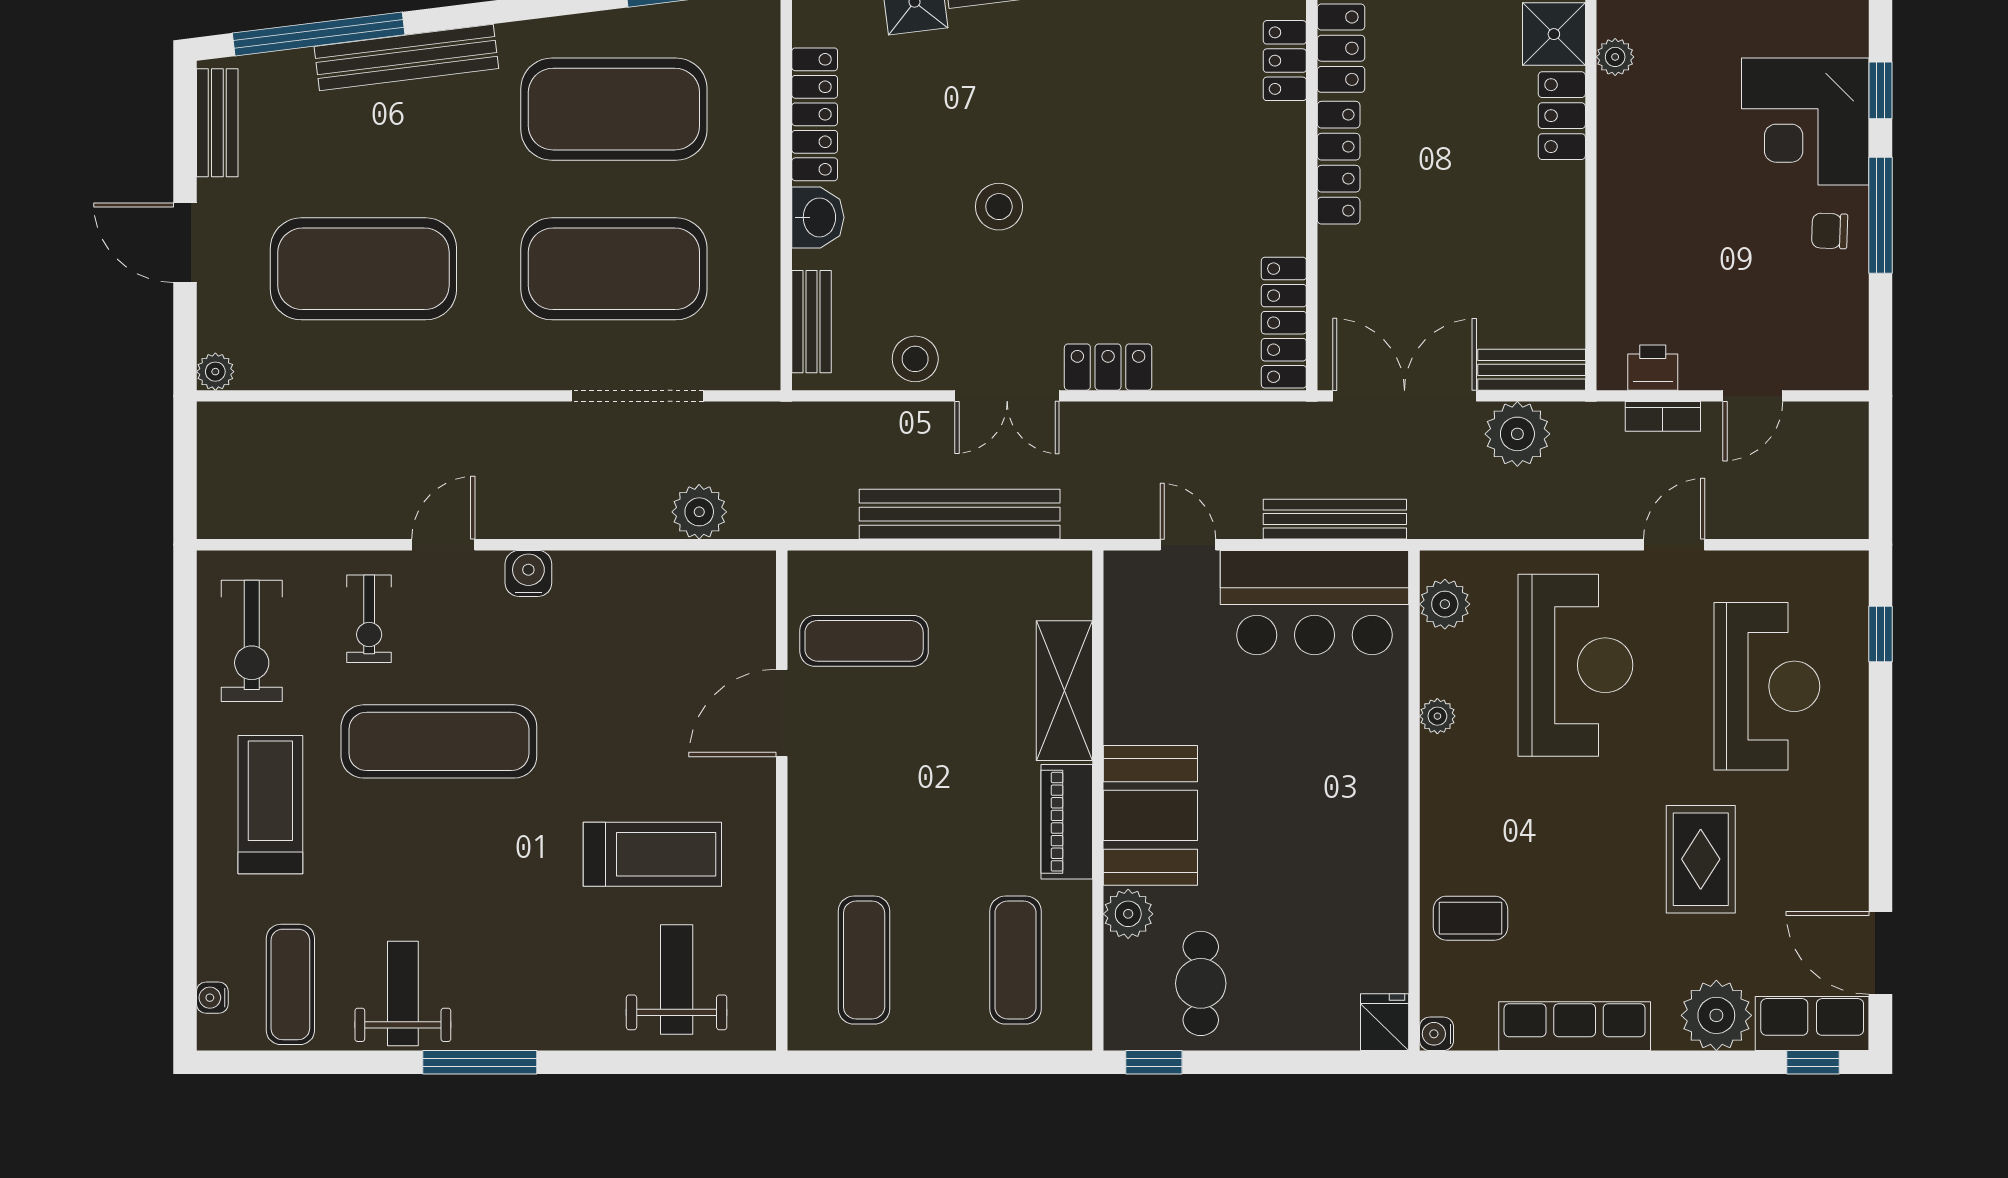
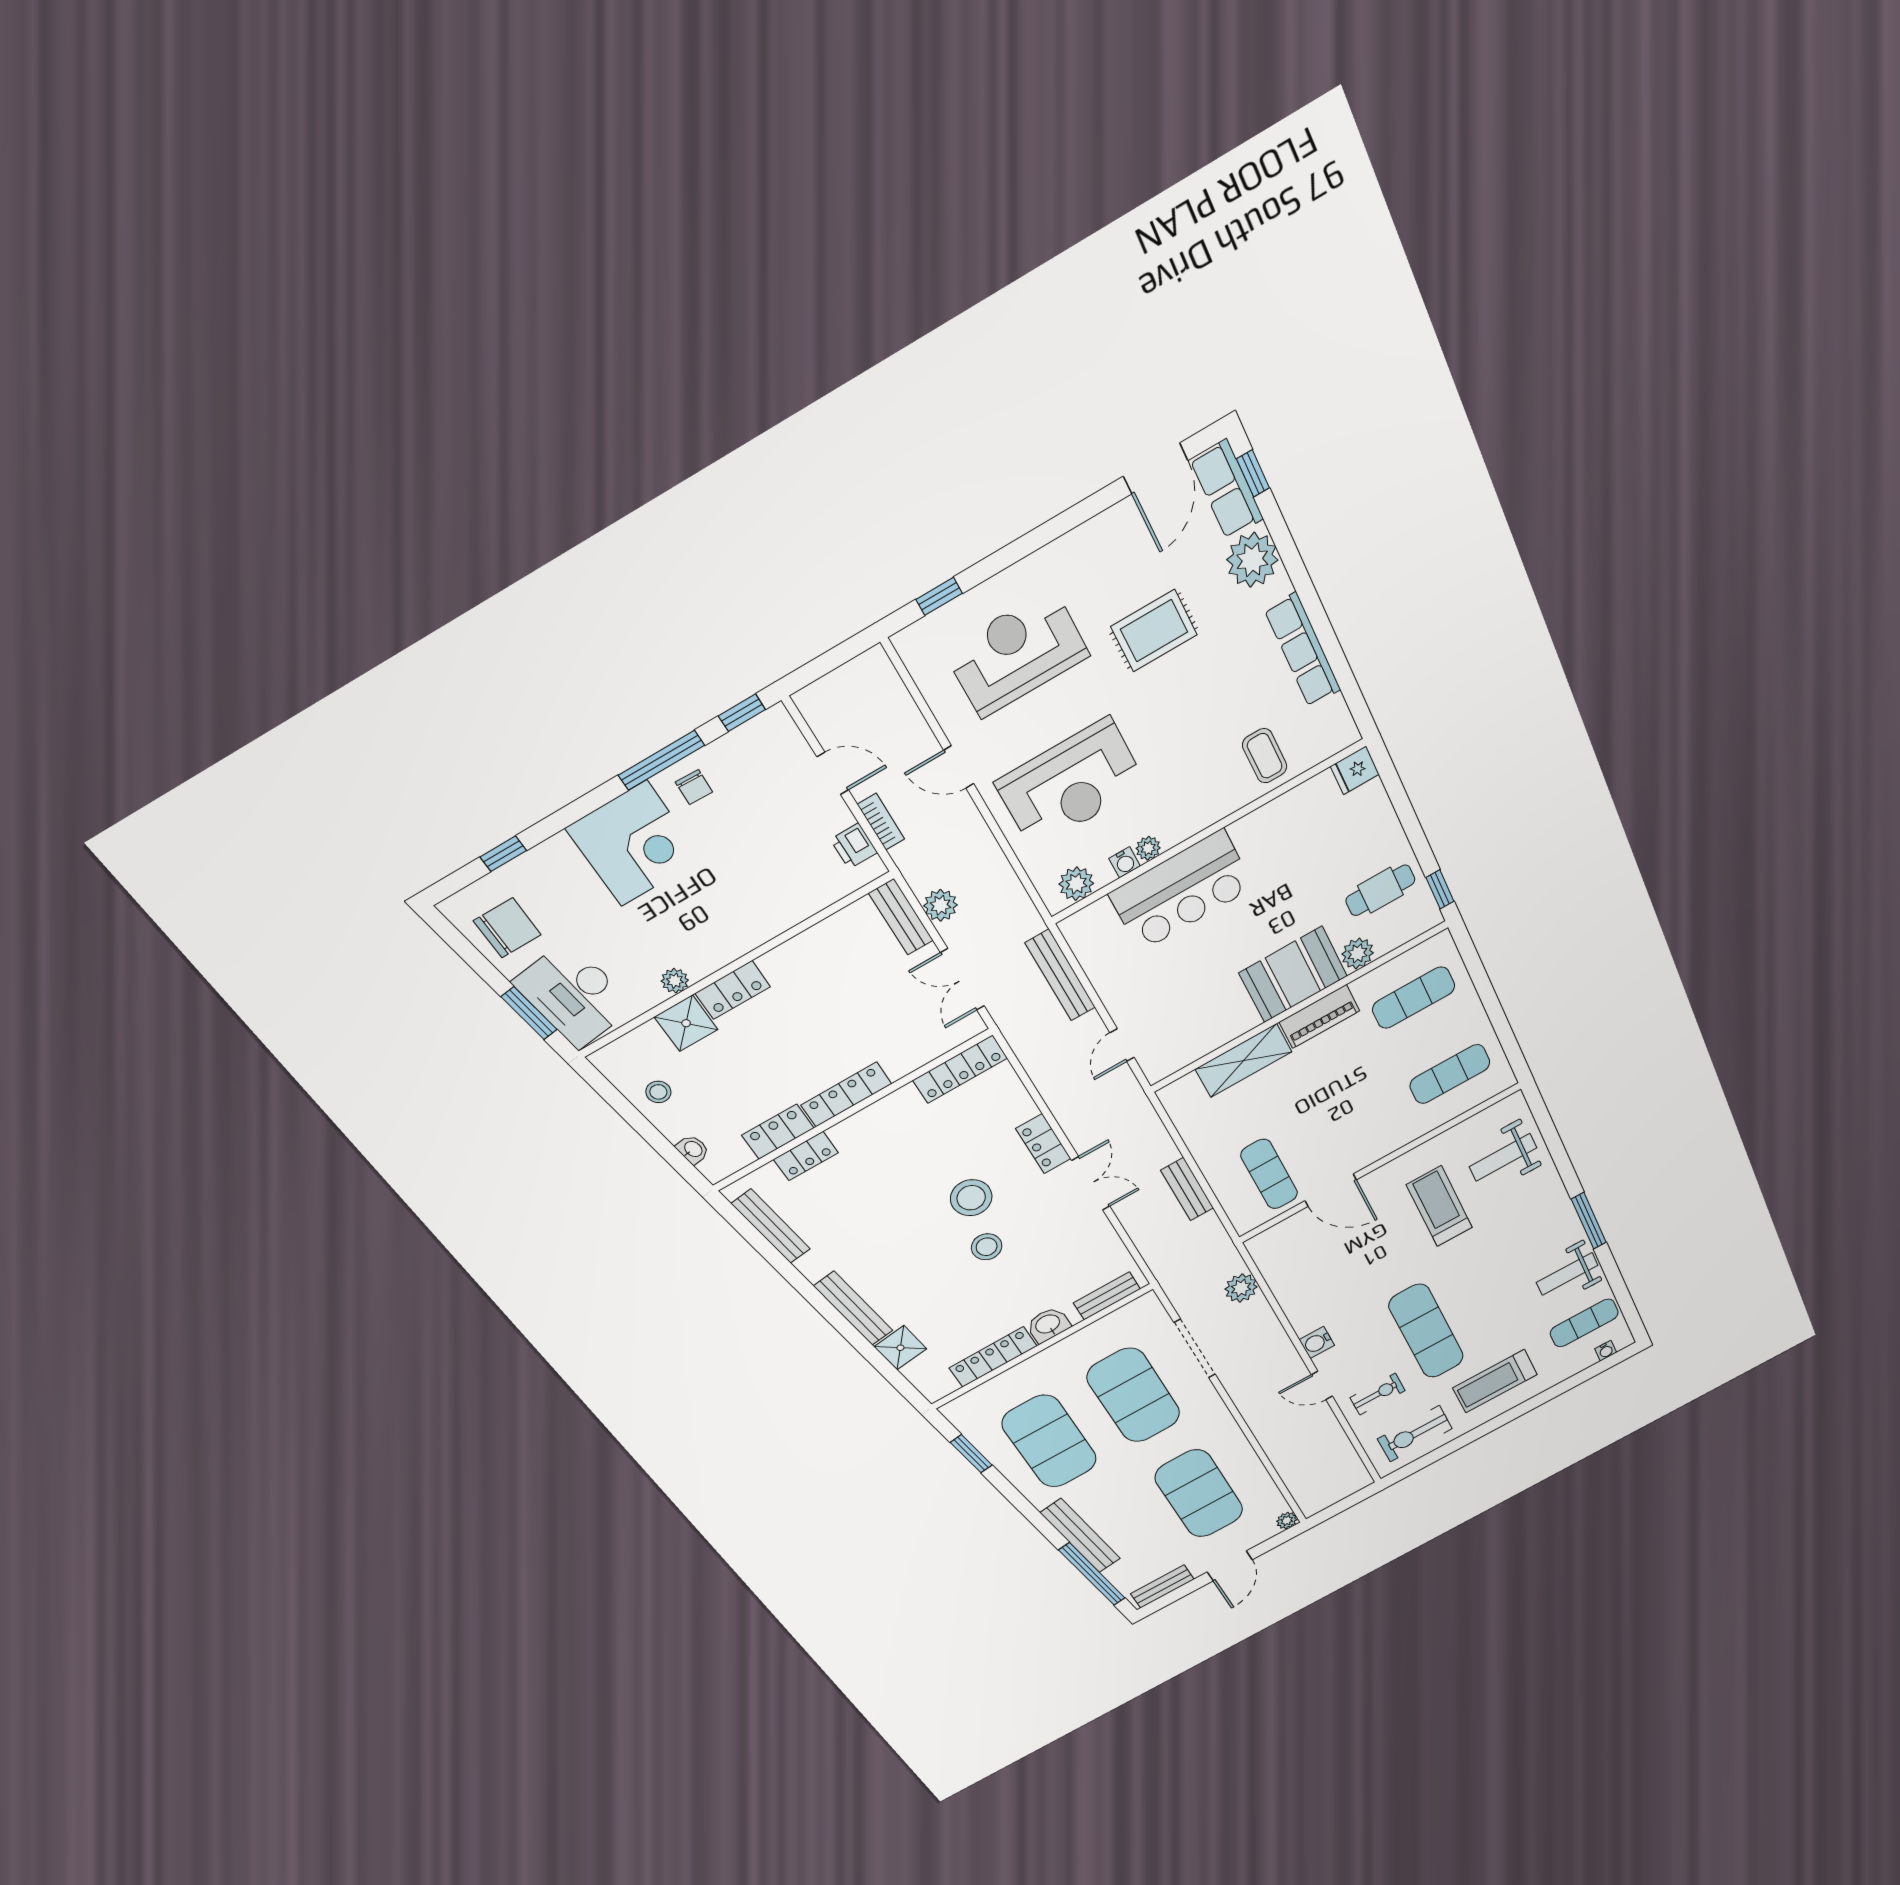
window: (1881, 90) -> (742, 713), moved
stool: (915, 359) -> (971, 1198), moved, width x1.38, depth x1.38
double door: (1405, 396) -> (962, 979), width x0.73
plant: (1517, 434) -> (941, 905), width x0.73, depth x0.73
bench: (960, 514) -> (1187, 1189), width x0.54, depth x0.82
bar counter: (1314, 603) -> (1181, 891), moved, turned 90
exercise bike: (252, 641) -> (1415, 1434), turned 180
reception desk: (1575, 665) -> (1071, 784), turned 180
water cooler: (1437, 1034) -> (1125, 862), moved

